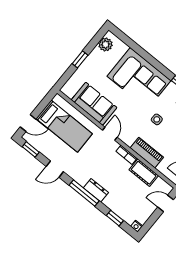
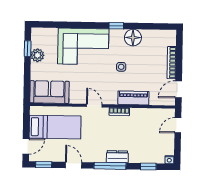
plant: (105, 44) -> (37, 55), moved
window: (80, 59) -> (28, 49), moved
sofa: (94, 104) -> (49, 92), moved
door: (55, 169) -> (74, 165), swing flipped
cot: (144, 173) -> (143, 115), removed

